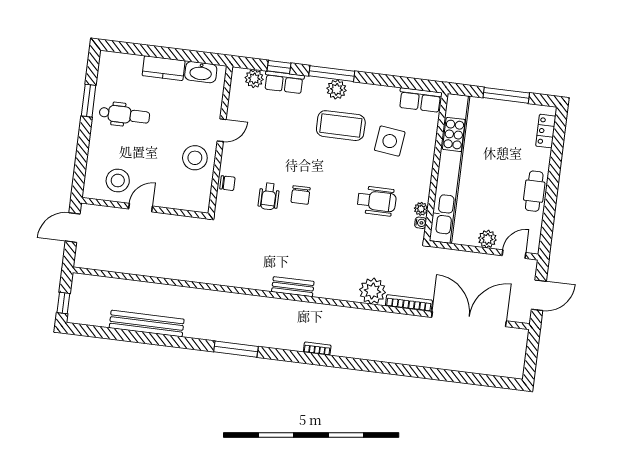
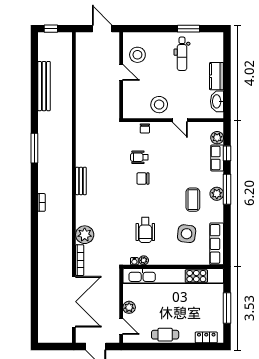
row of seats: (420, 100) -> (217, 244), width x1.48
coffee table: (341, 126) -> (193, 200), width x0.73, depth x0.76

